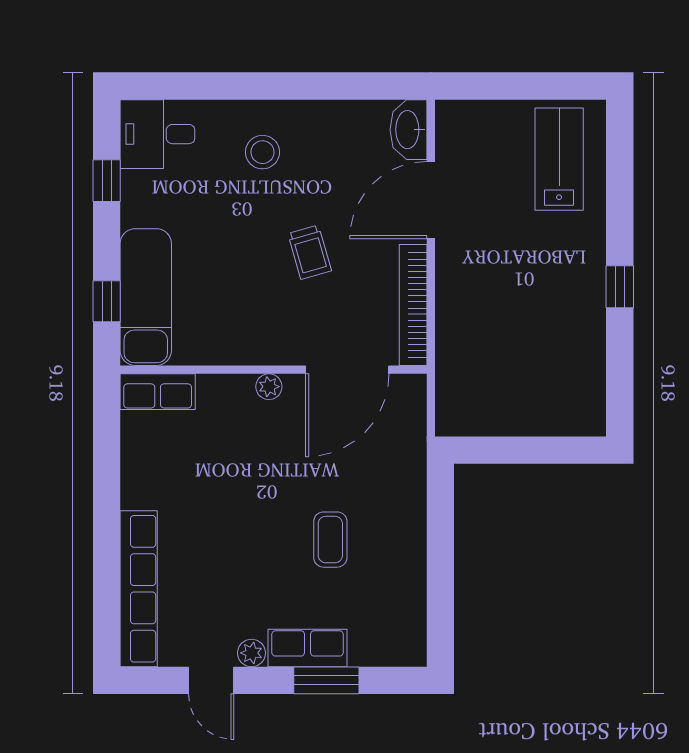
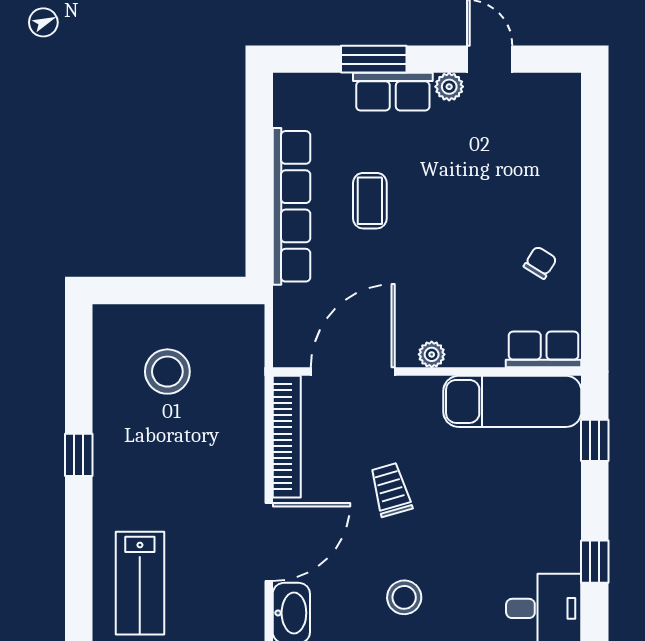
stool: (262, 152) -> (404, 597), moved
exam couch: (146, 297) -> (512, 401), moved, turned -90
stool: (532, 370) -> (167, 372), added
chair: (161, 478) -> (540, 263), added
row of seats: (139, 589) -> (291, 206), moved, turned 180

